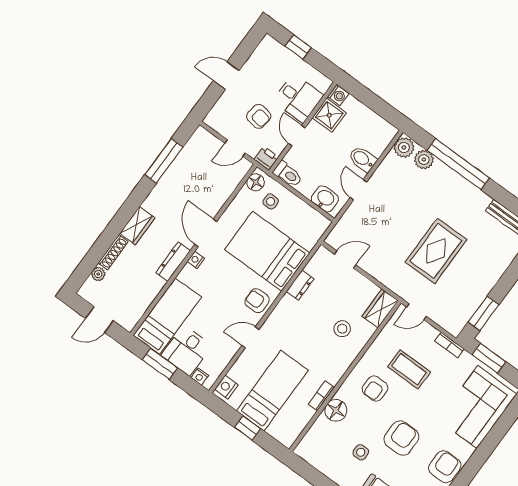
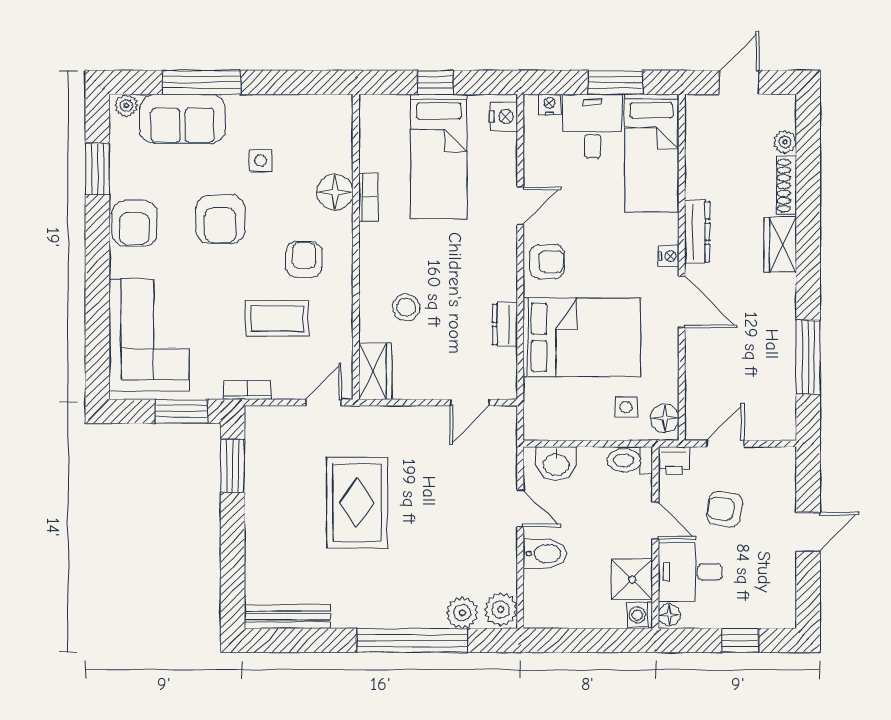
floor lamp: (324, 85) -> (669, 615), added

